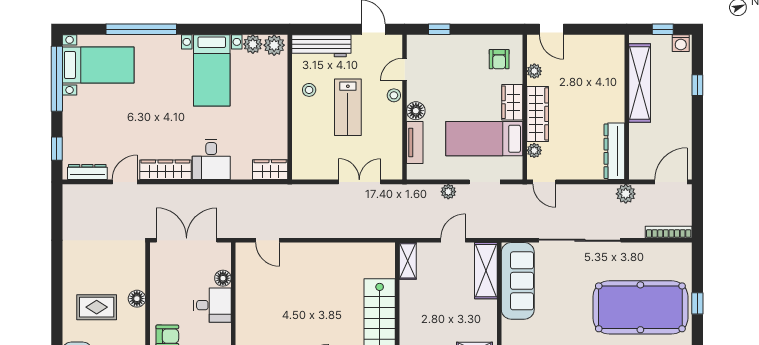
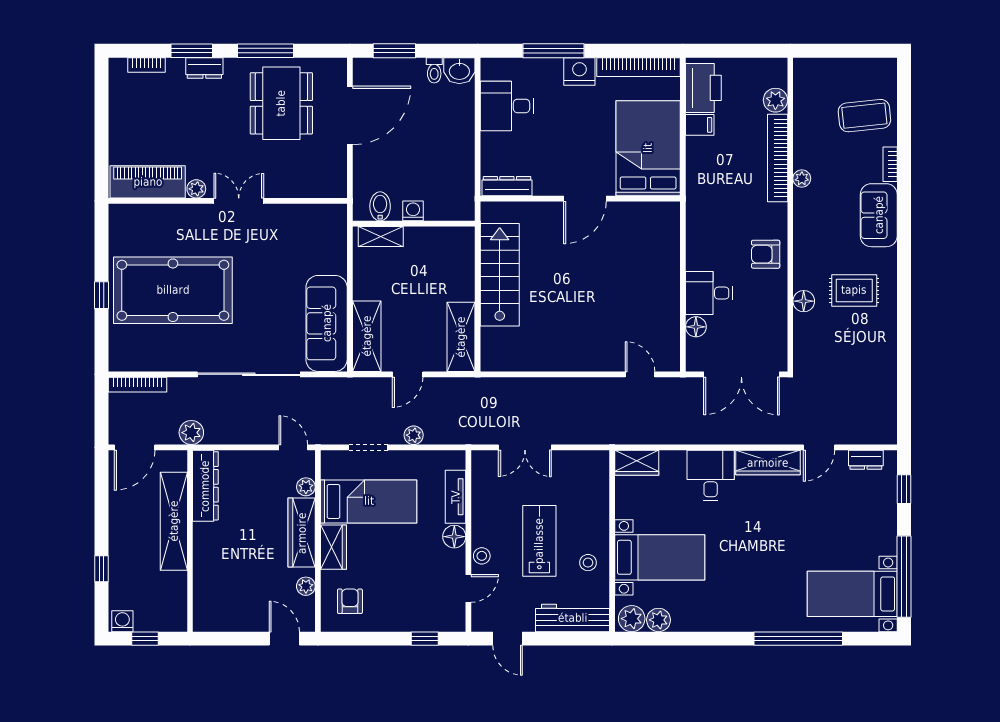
bed with nightstands: (212, 70) -> (660, 557), moved, turned 90
shelving: (640, 83) -> (174, 521), moved
dresser: (87, 172) -> (866, 460), width x0.70
shelving: (408, 261) -> (461, 337), width x1.50, depth x1.33

